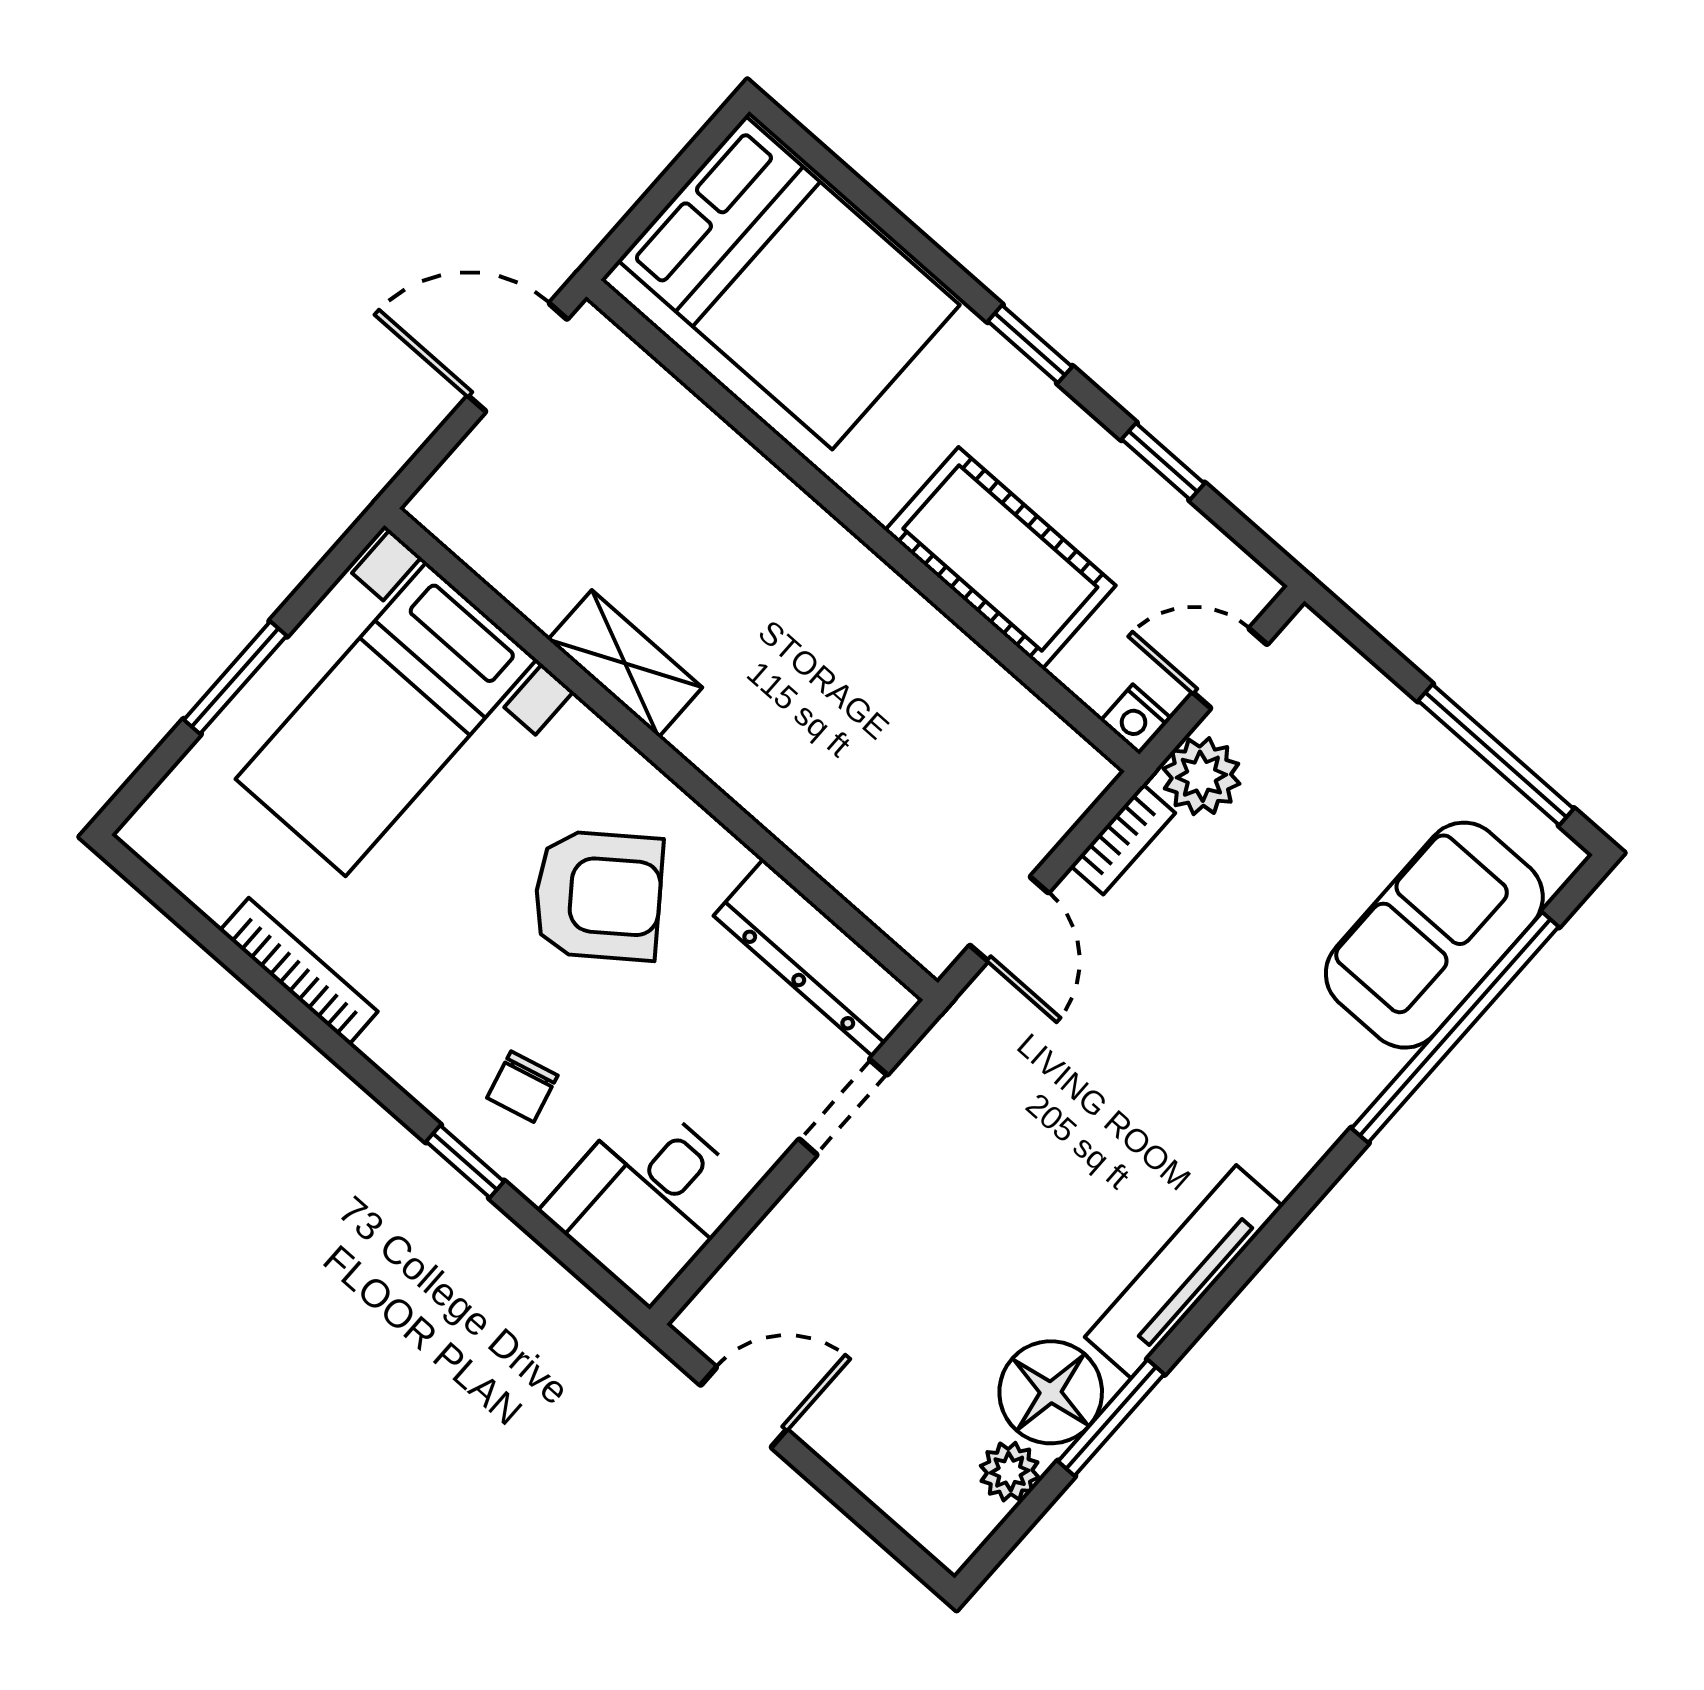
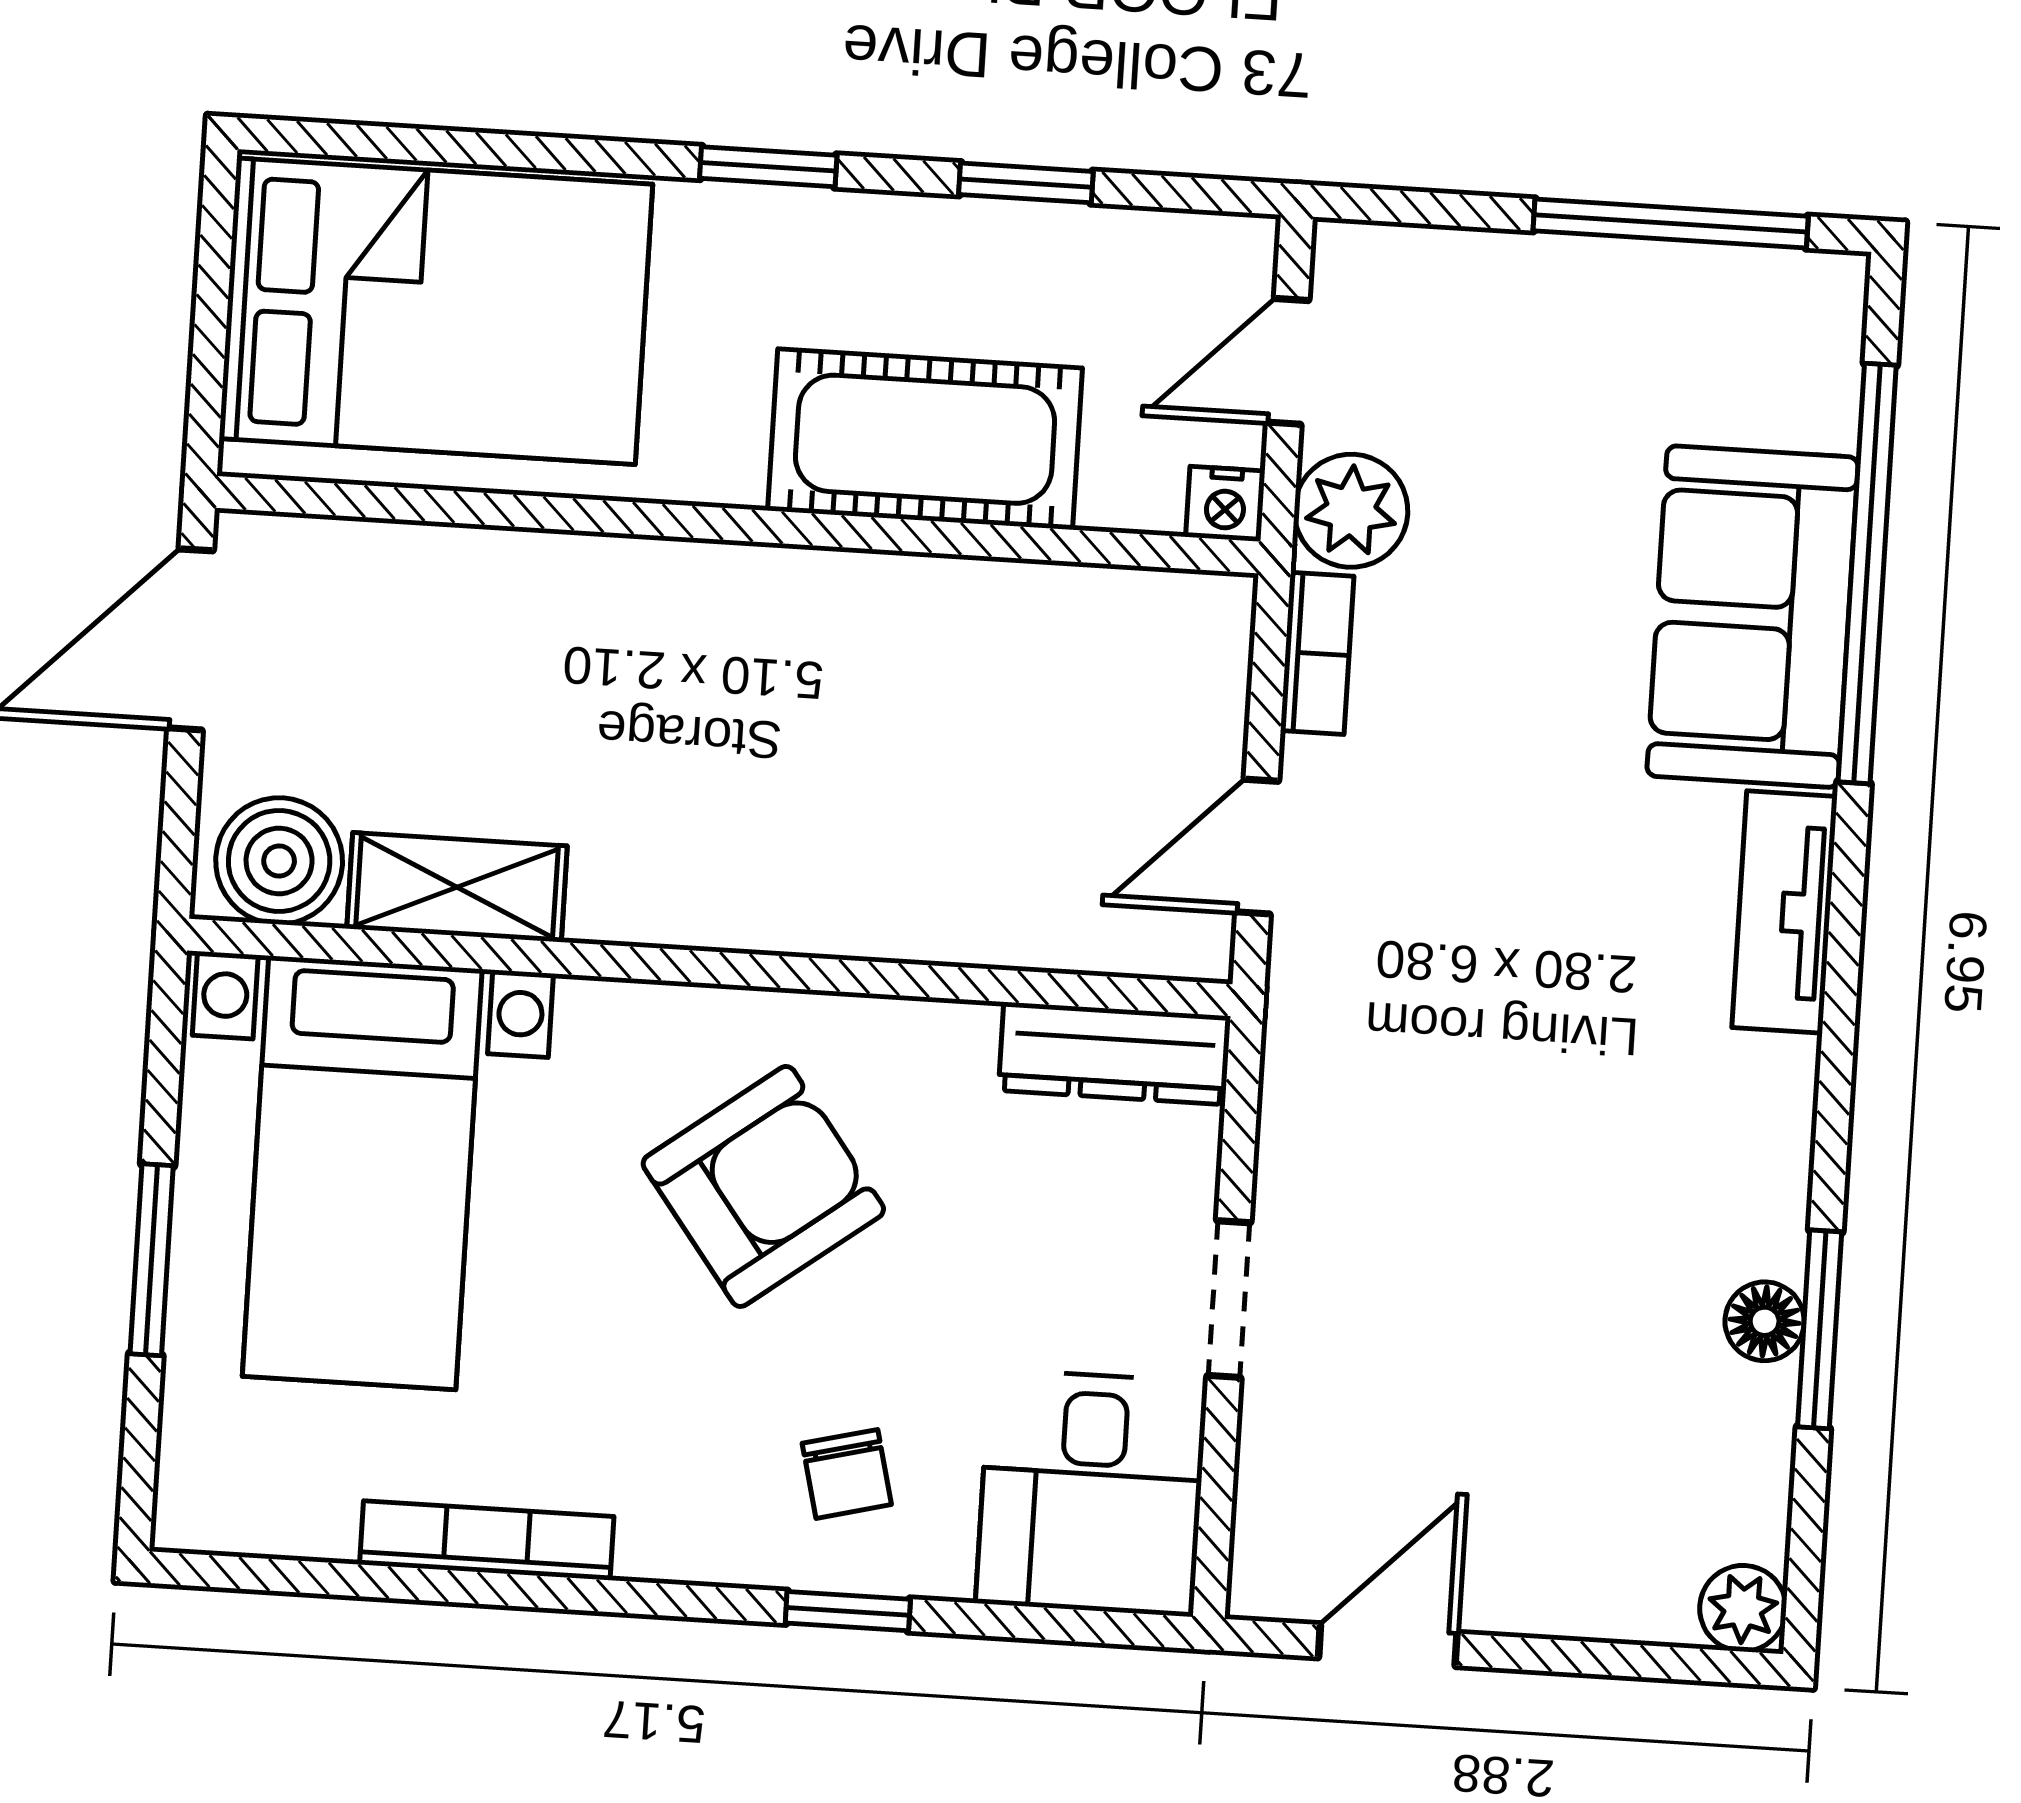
boiler: (472, 515) -> (279, 861), added
shelving: (625, 664) -> (457, 887), moved
door: (1009, 919) -> (1257, 847), swing flipped
sofa: (1434, 935) -> (1753, 617), moved
dresser: (818, 958) -> (1115, 1053), width x0.73, depth x0.80
doorway: (843, 1107) -> (1229, 1299), moved
tv unit: (1184, 1272) -> (1785, 912), moved, width x0.71
floor lamp: (1051, 1392) -> (1765, 1321), width x0.53, depth x0.53
plant: (1010, 1472) -> (1743, 1608), moved

